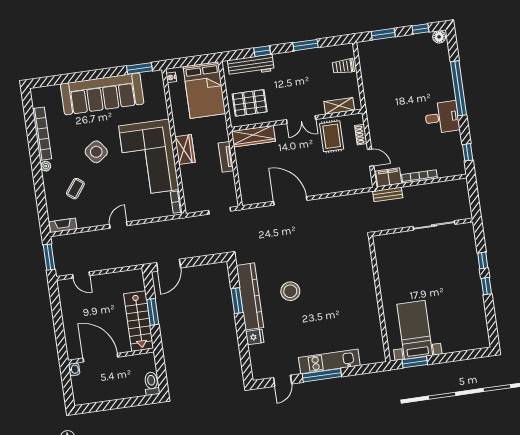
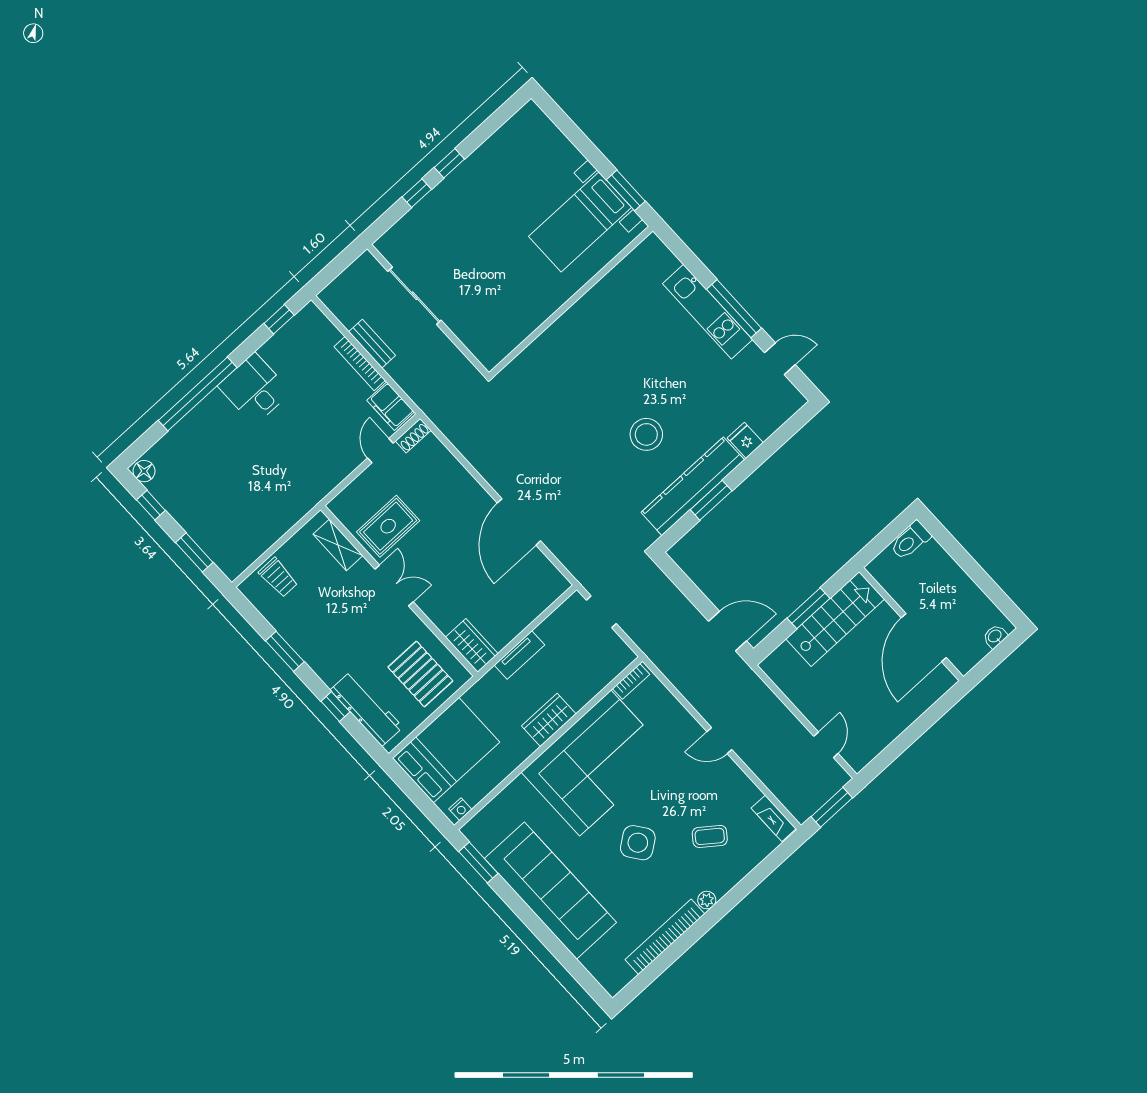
shoe rack: (361, 135) -> (413, 436), moved
wardrobe: (253, 136) -> (472, 645), width x0.67
bench: (388, 194) -> (372, 344), moved
washbasin: (74, 369) -> (995, 636), moved

